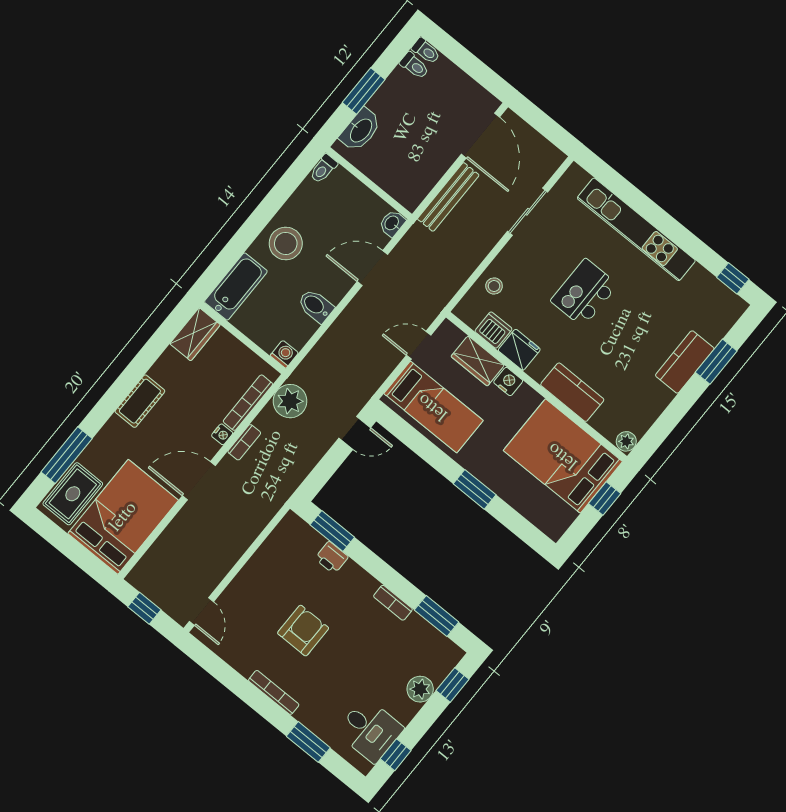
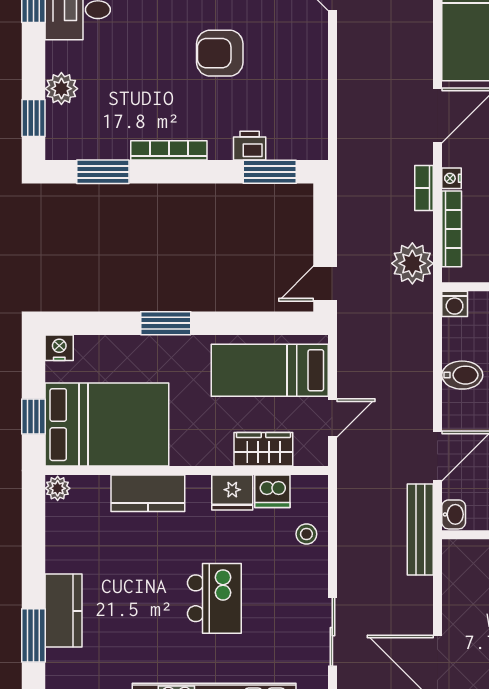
bench: (448, 197) -> (420, 530), moved
nightstand: (508, 382) -> (59, 348), moved, turned 180
bookcase: (393, 603) -> (169, 150), width x1.56
armchair: (303, 631) -> (220, 53), turned 90

